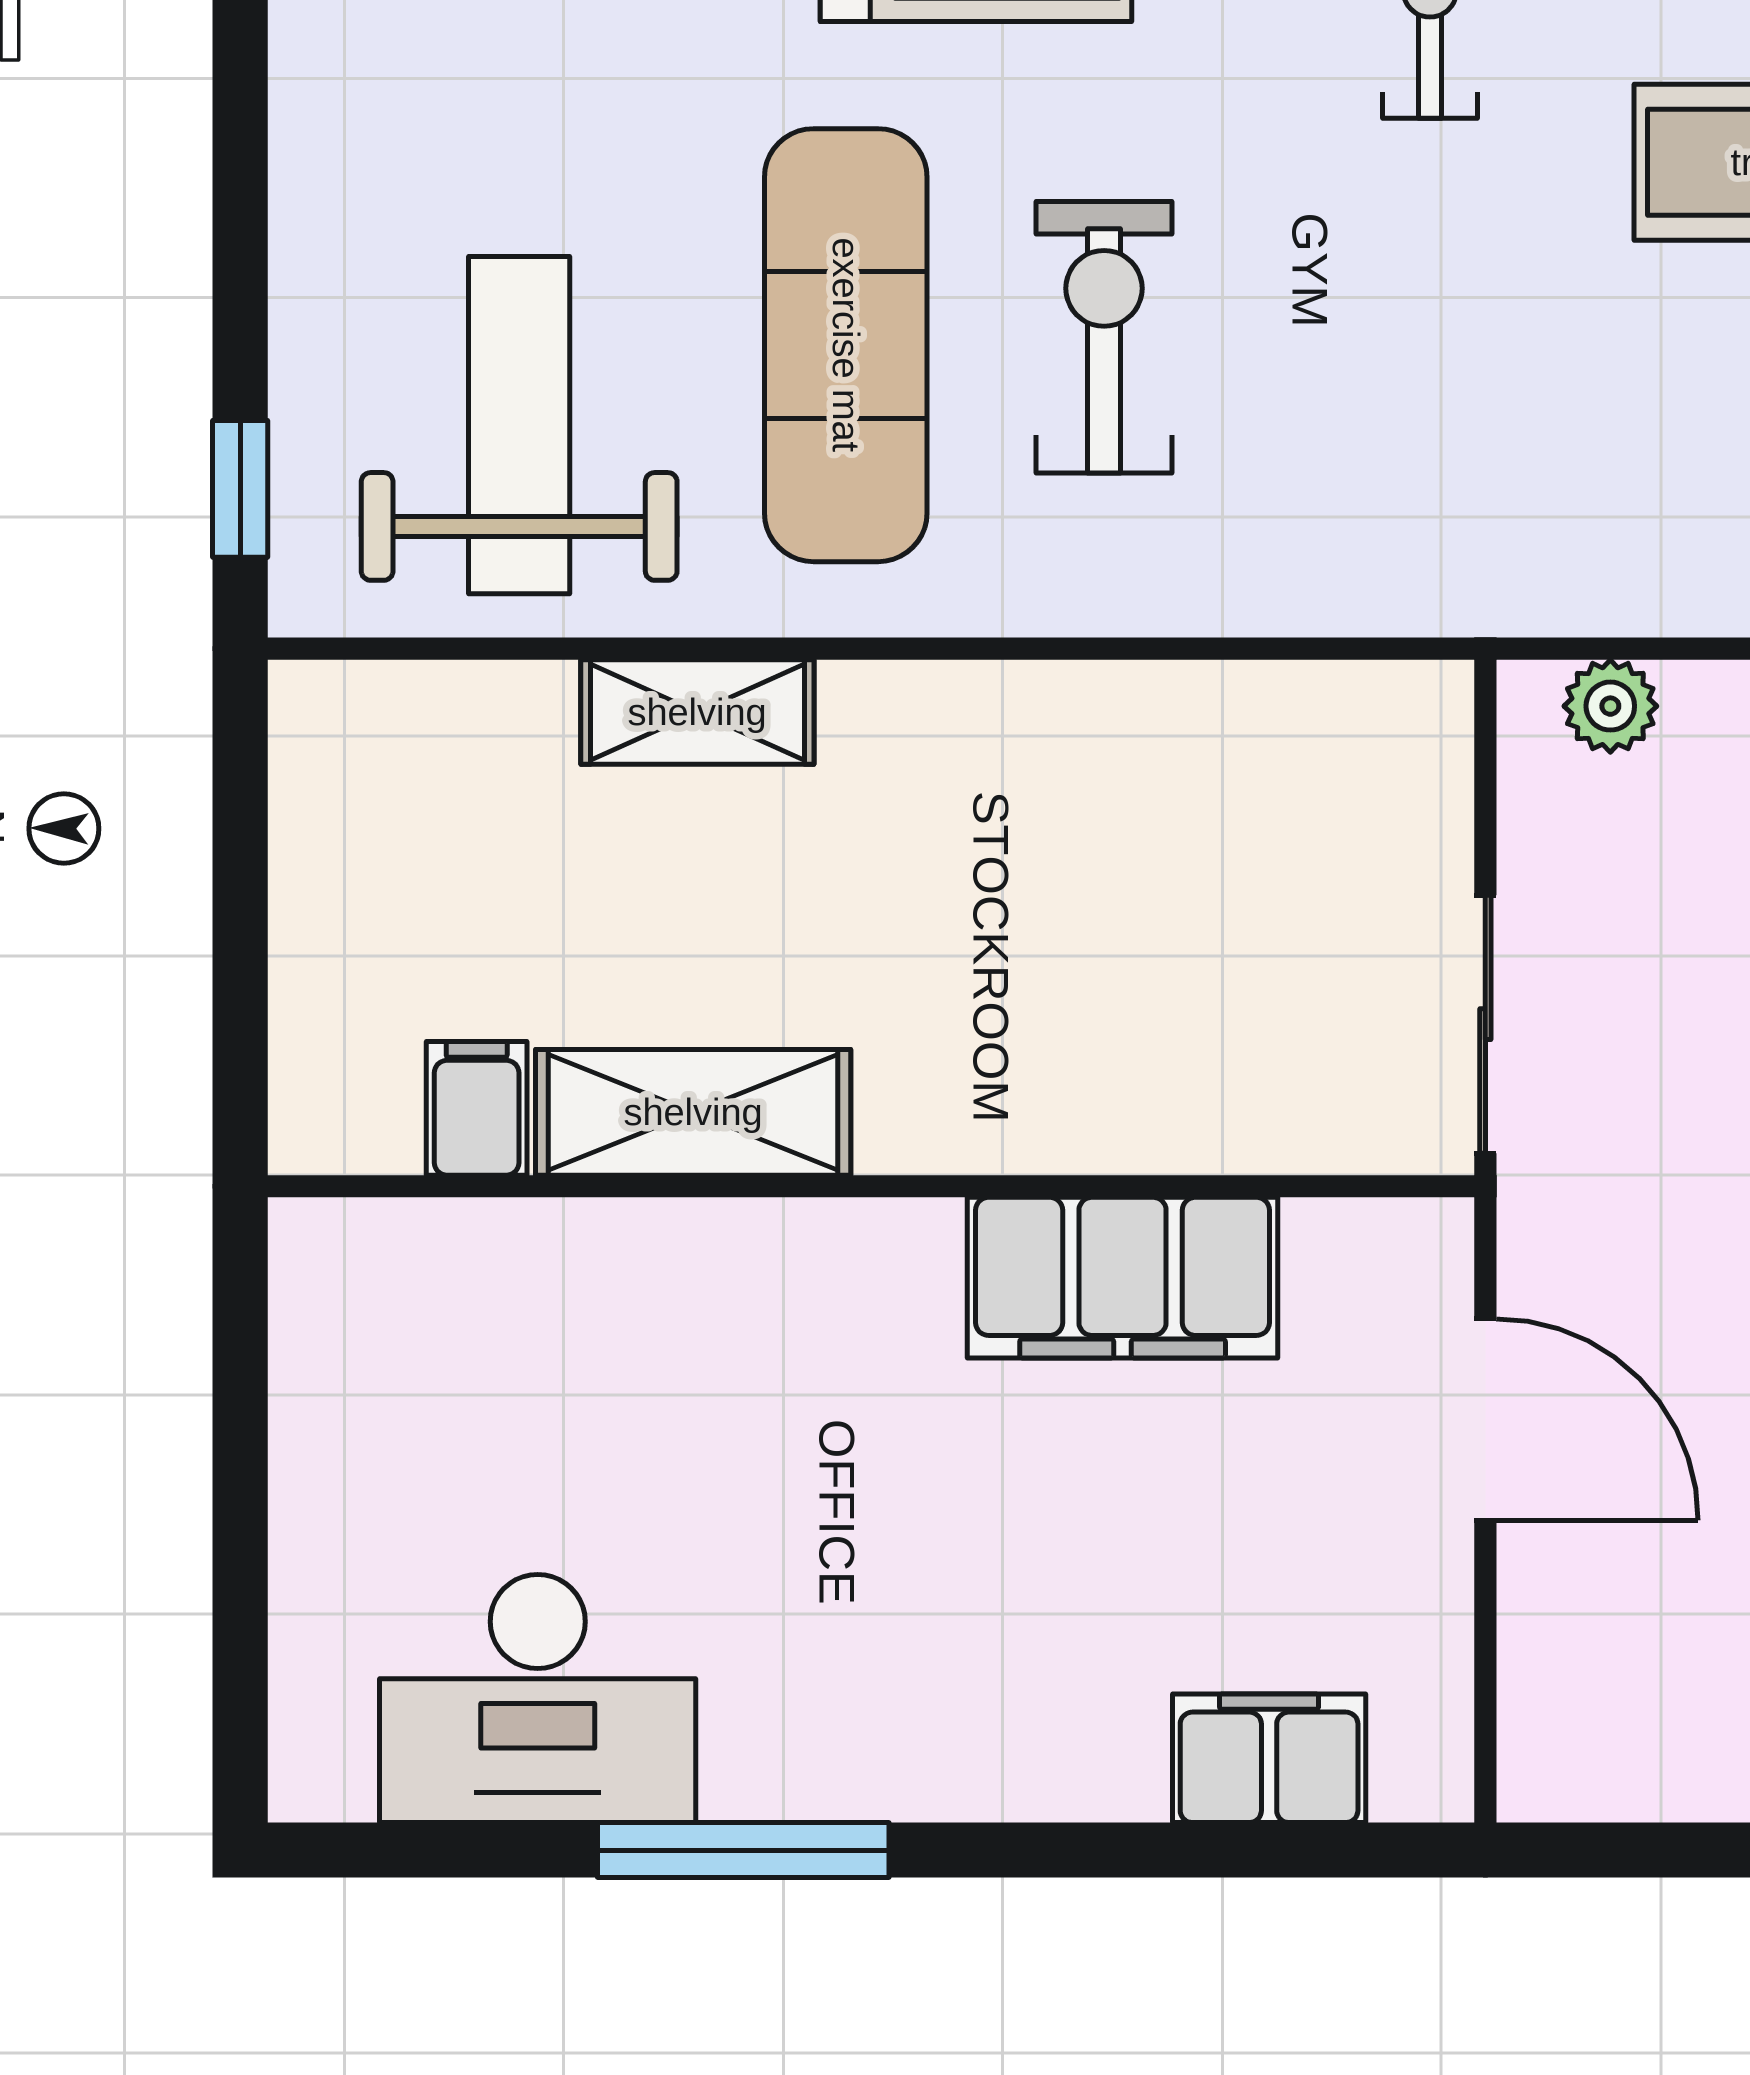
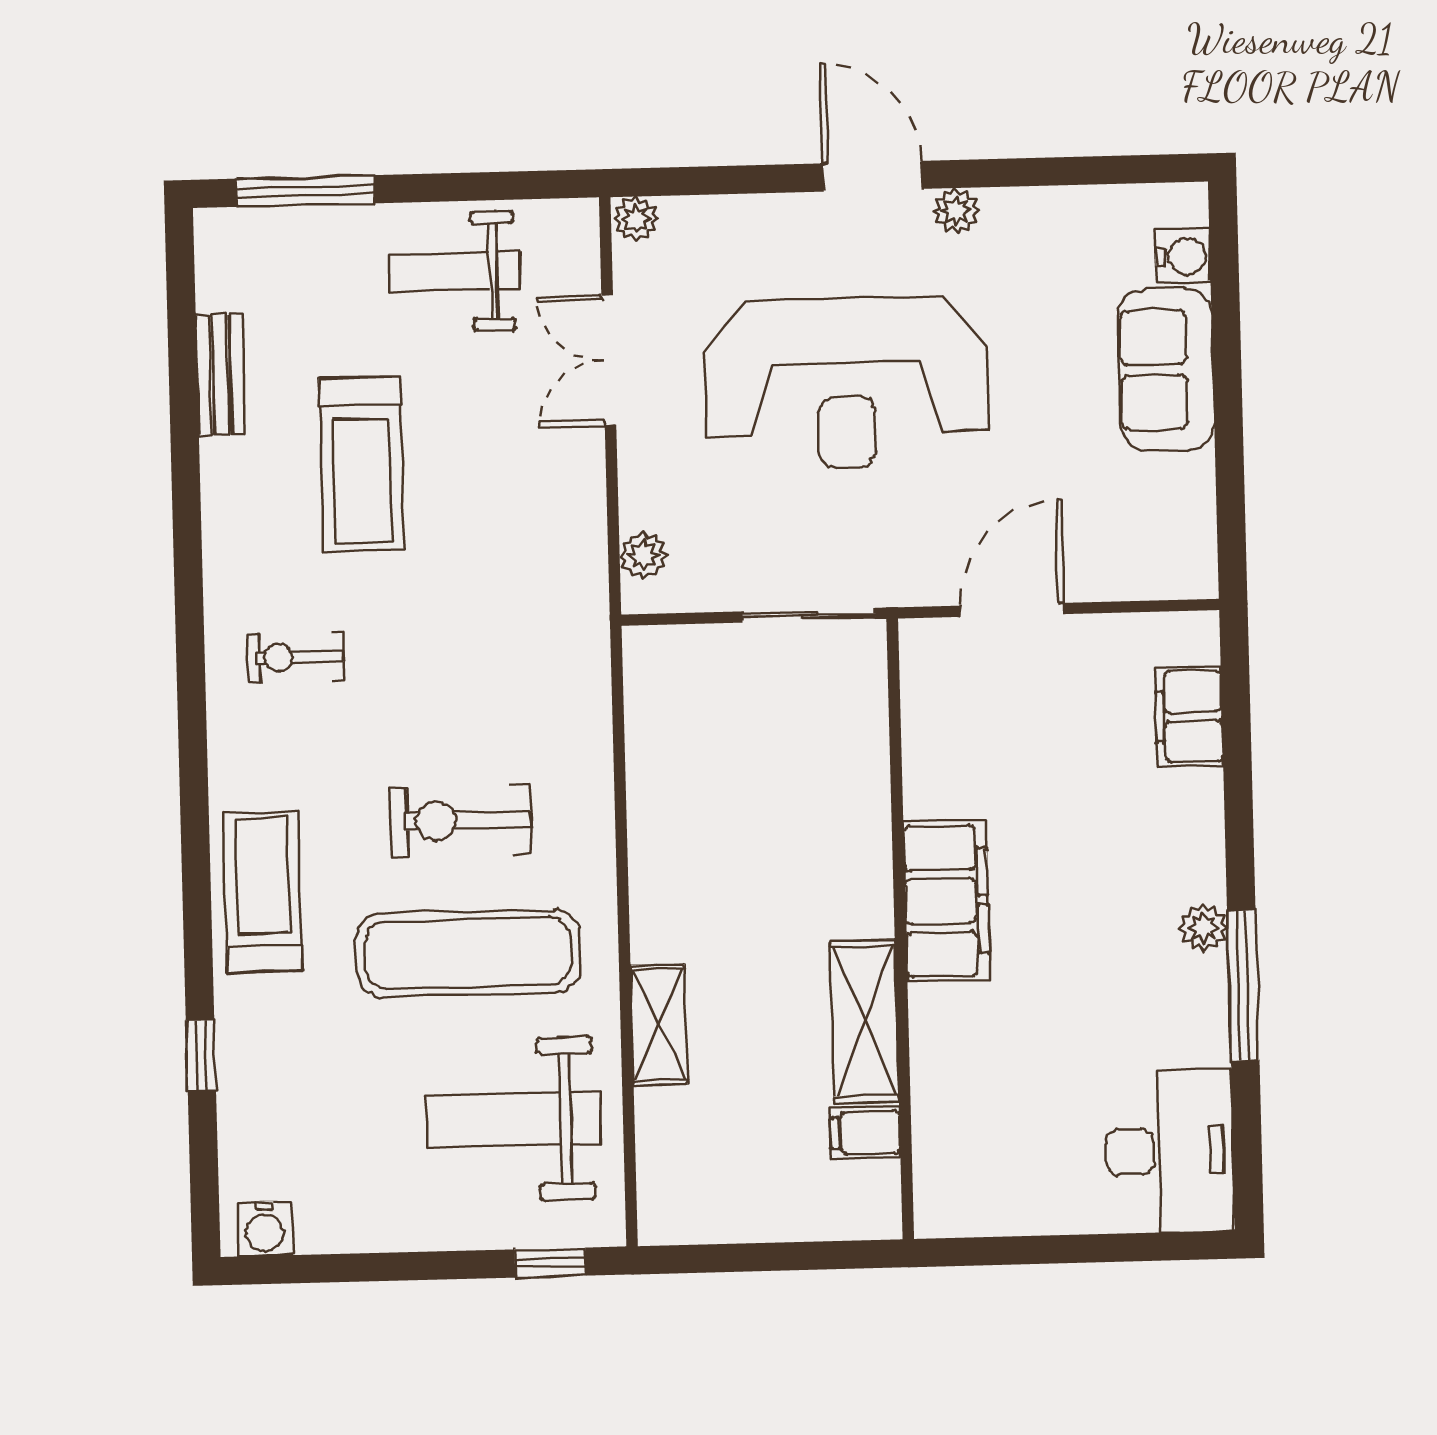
filing cabinet: (1123, 1278) -> (947, 901), moved
desk: (538, 1698) -> (1170, 1151), moved
plant: (858, 1776) -> (1204, 928), added

